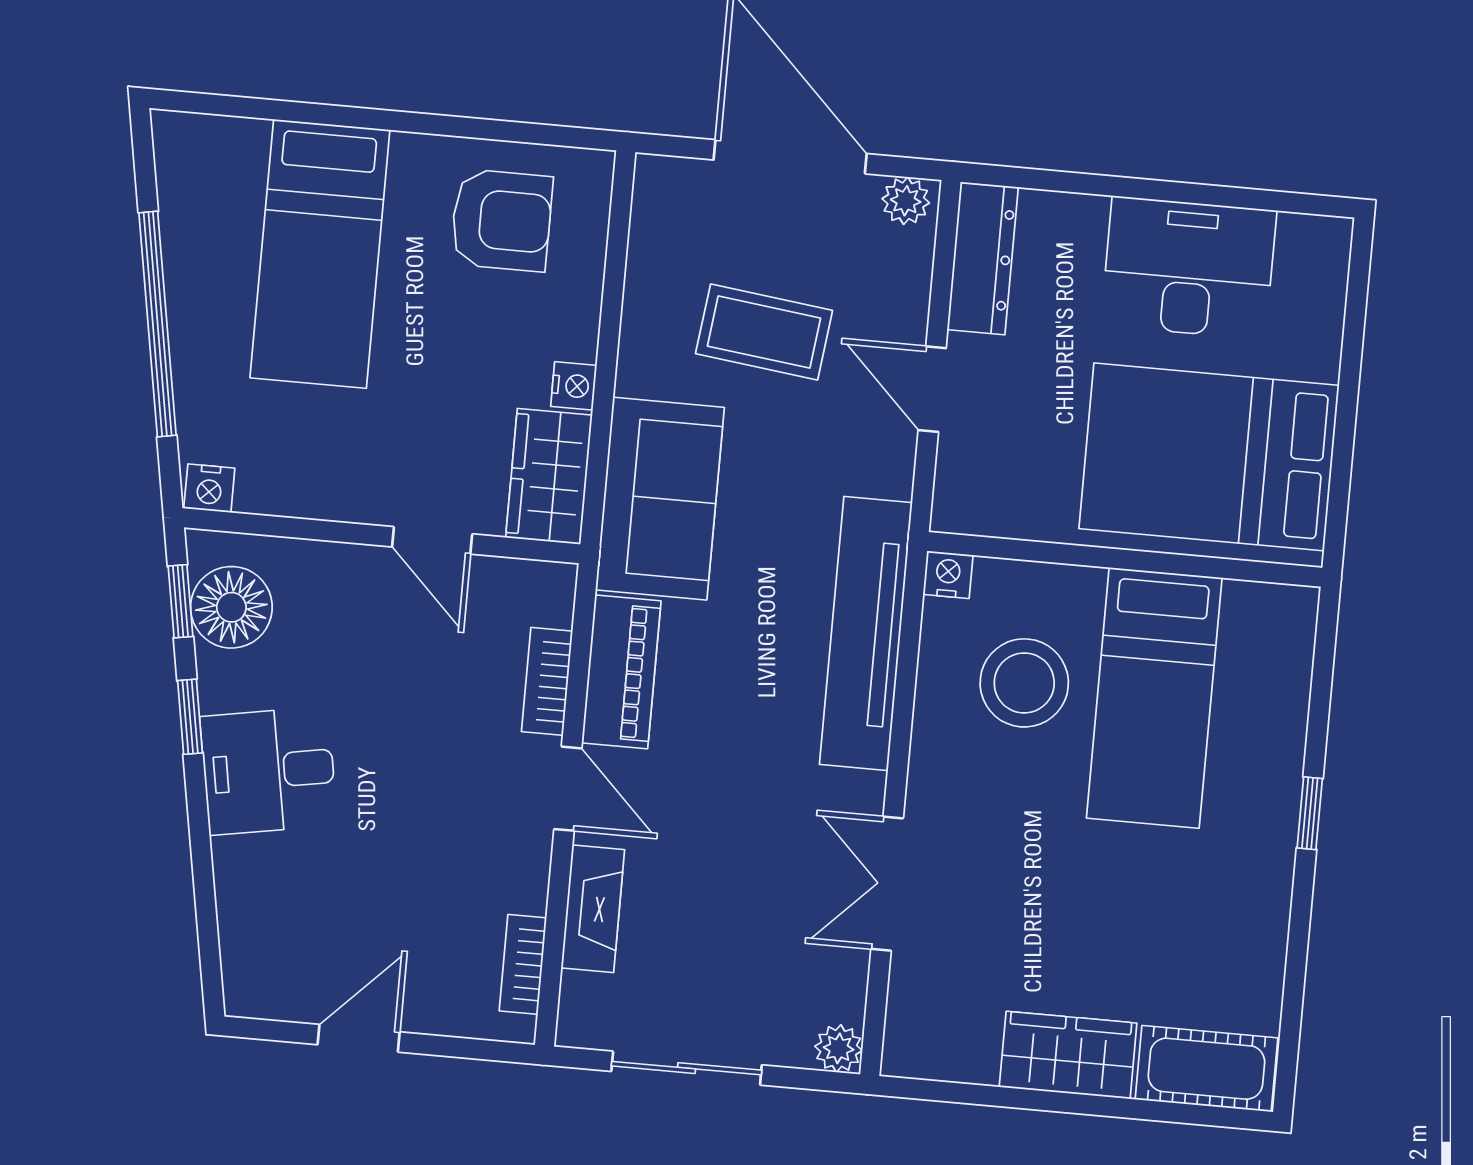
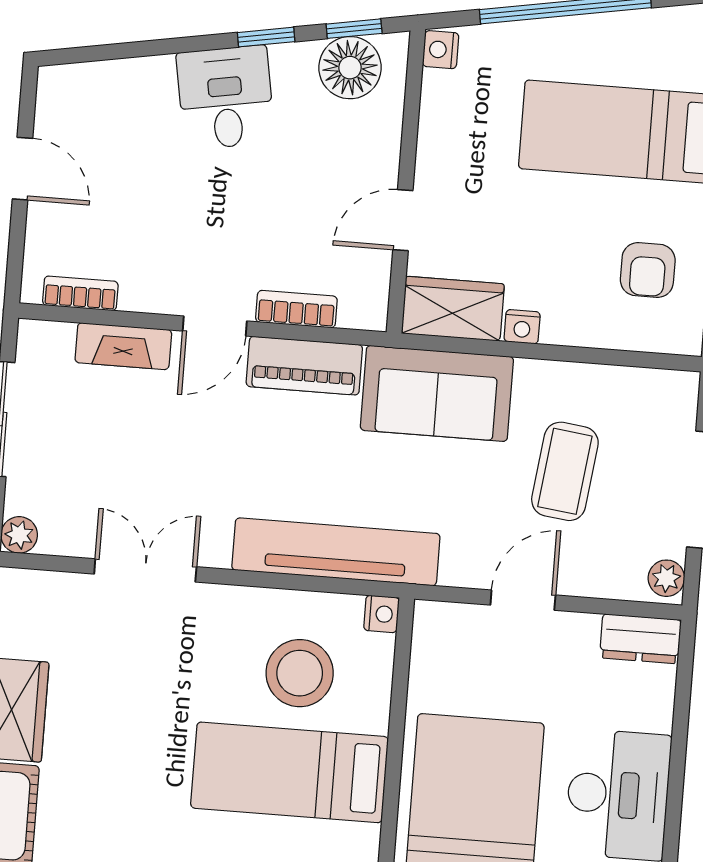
armchair: (501, 220) -> (648, 270), width x0.72, depth x0.72
dresser: (983, 258) -> (640, 639), width x0.70

